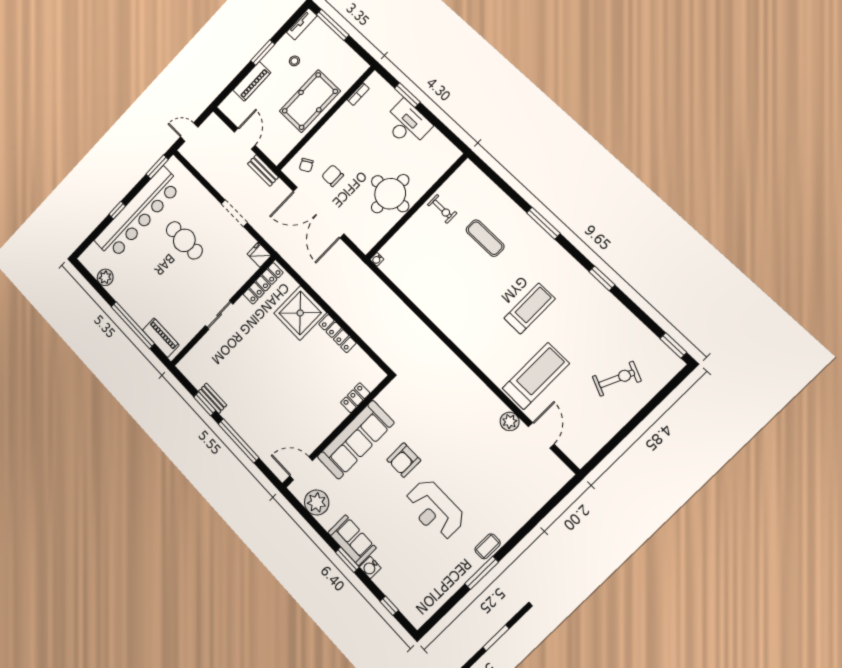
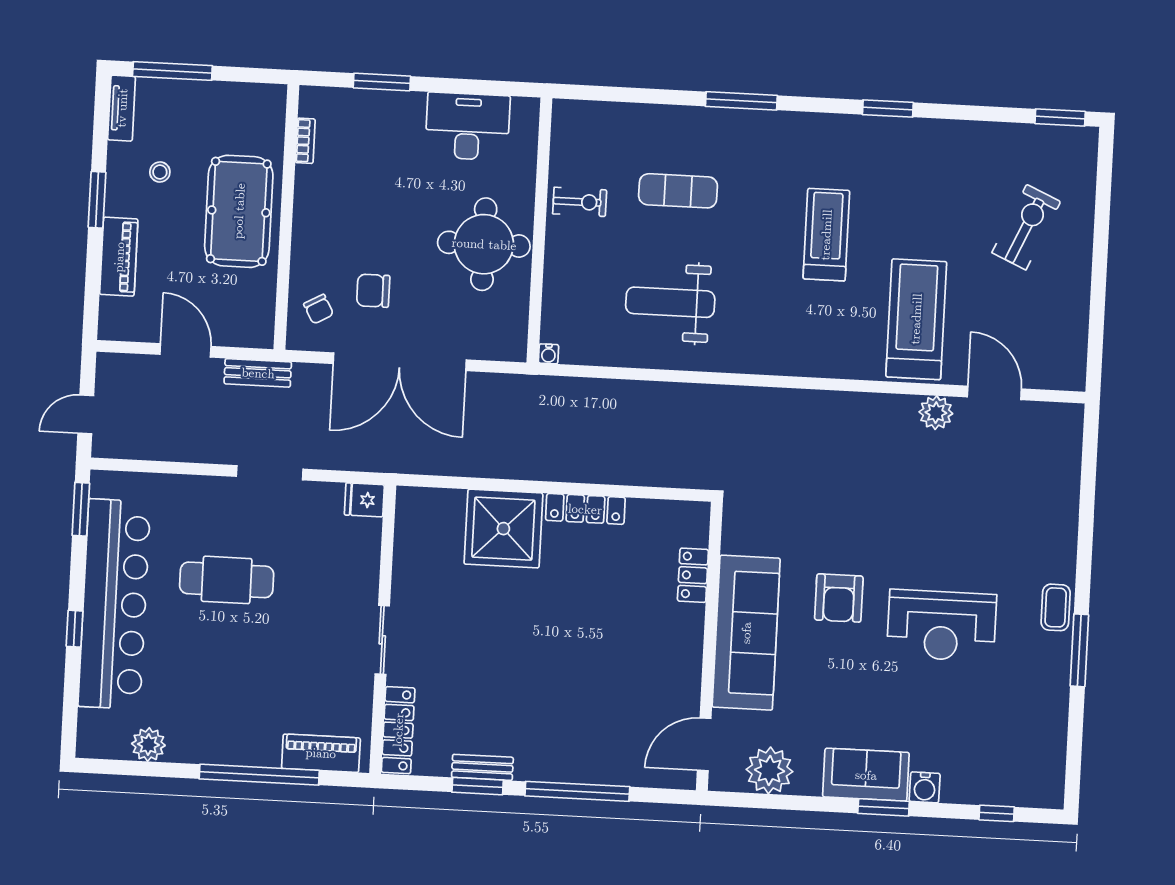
desk: (407, 124) -> (468, 126), moved
weight bench: (442, 281) -> (670, 302), added
locker: (263, 283) -> (398, 730), moved

